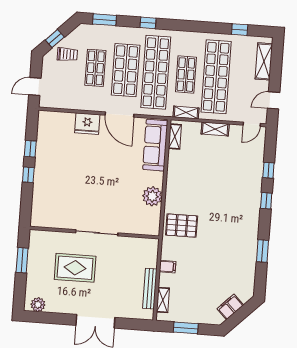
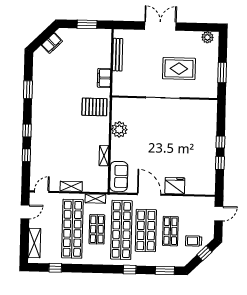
shelving: (175, 136) -> (104, 156), moved
sofa: (155, 145) -> (119, 176), width x0.73
filing cabinet: (168, 267) -> (104, 78), width x2.00
shelving: (163, 300) -> (107, 46), removed

